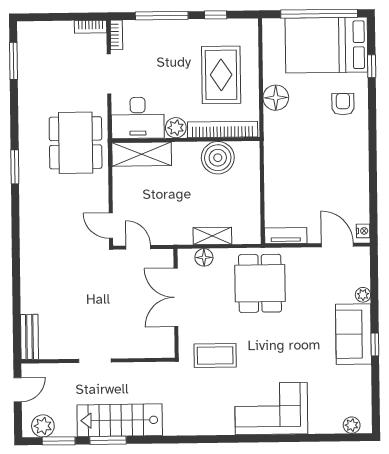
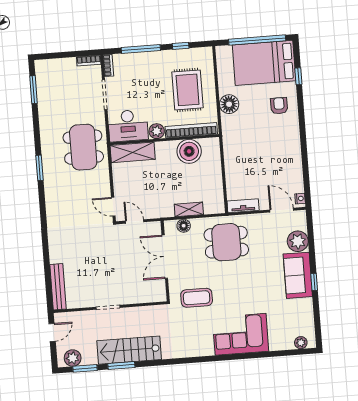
dining table: (260, 283) -> (226, 242), turned 90
plant: (363, 295) -> (298, 241), width x1.87, depth x1.87
bench: (29, 337) -> (58, 287), width x1.36

